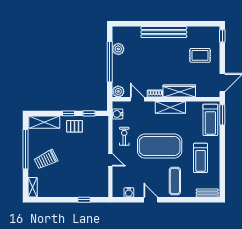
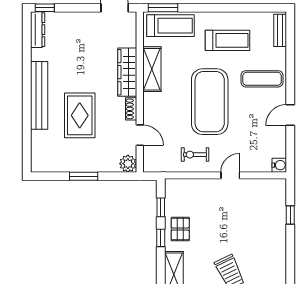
dresser: (208, 31) -> (38, 30), added
plant: (118, 49) -> (64, 164), removed
rug: (200, 55) -> (80, 115), moved, width x1.36, depth x1.43
window: (110, 62) -> (84, 176), width x0.47
door: (137, 99) -> (140, 135), swing flipped
shelving: (170, 107) -> (152, 69), moved
water cooler: (118, 114) -> (162, 165), removed
water cooler: (129, 192) -> (279, 165), moved

